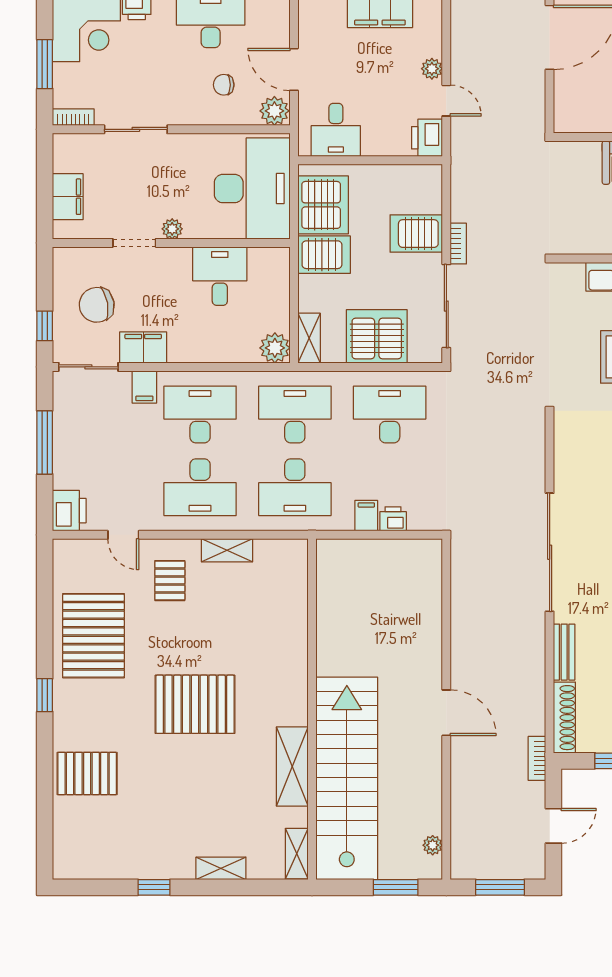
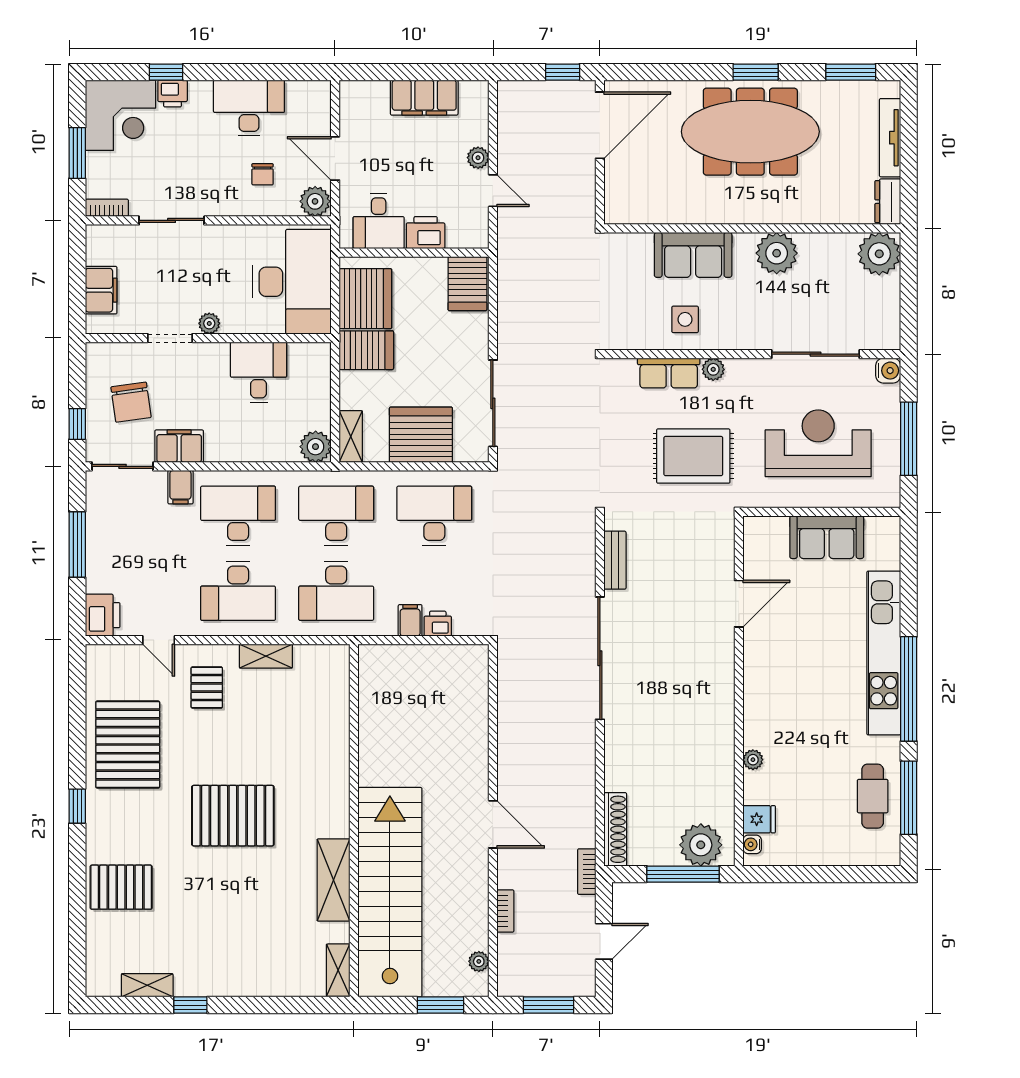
chair: (224, 85) -> (263, 174), turned -90
printer: (427, 138) -> (426, 233), moved, turned 90
server rack: (416, 234) -> (467, 284), moved, turned -90
bookcase: (458, 244) -> (505, 911), moved
chair: (97, 305) -> (131, 402), turned -88
bench: (564, 652) -> (615, 560), moved
shelving: (221, 868) -> (147, 985), moved

